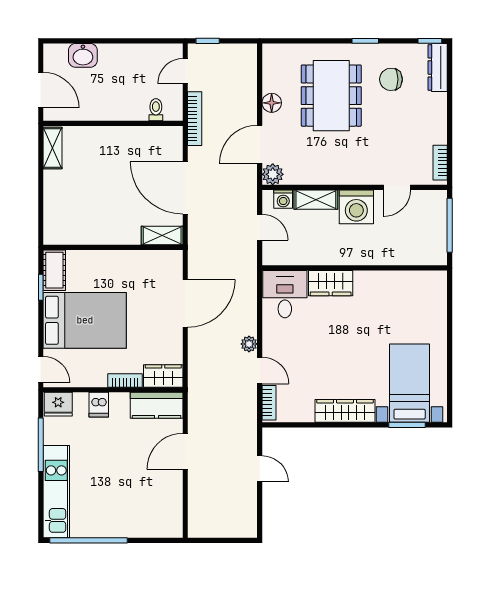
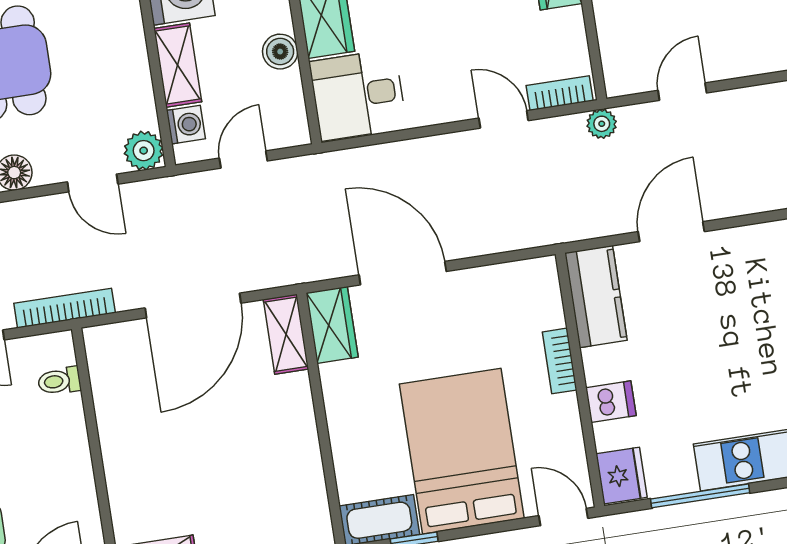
door: (260, 144) -> (93, 183), width x0.73
boiler: (315, 256) -> (280, 52), added
plant: (249, 344) -> (602, 124), moved
door: (41, 370) -> (563, 517), hinge flipped
door: (260, 370) -> (504, 119), hinge flipped
wardrobe: (163, 376) -> (332, 325), moved, turned 180
door: (185, 451) -> (671, 232), swing flipped

